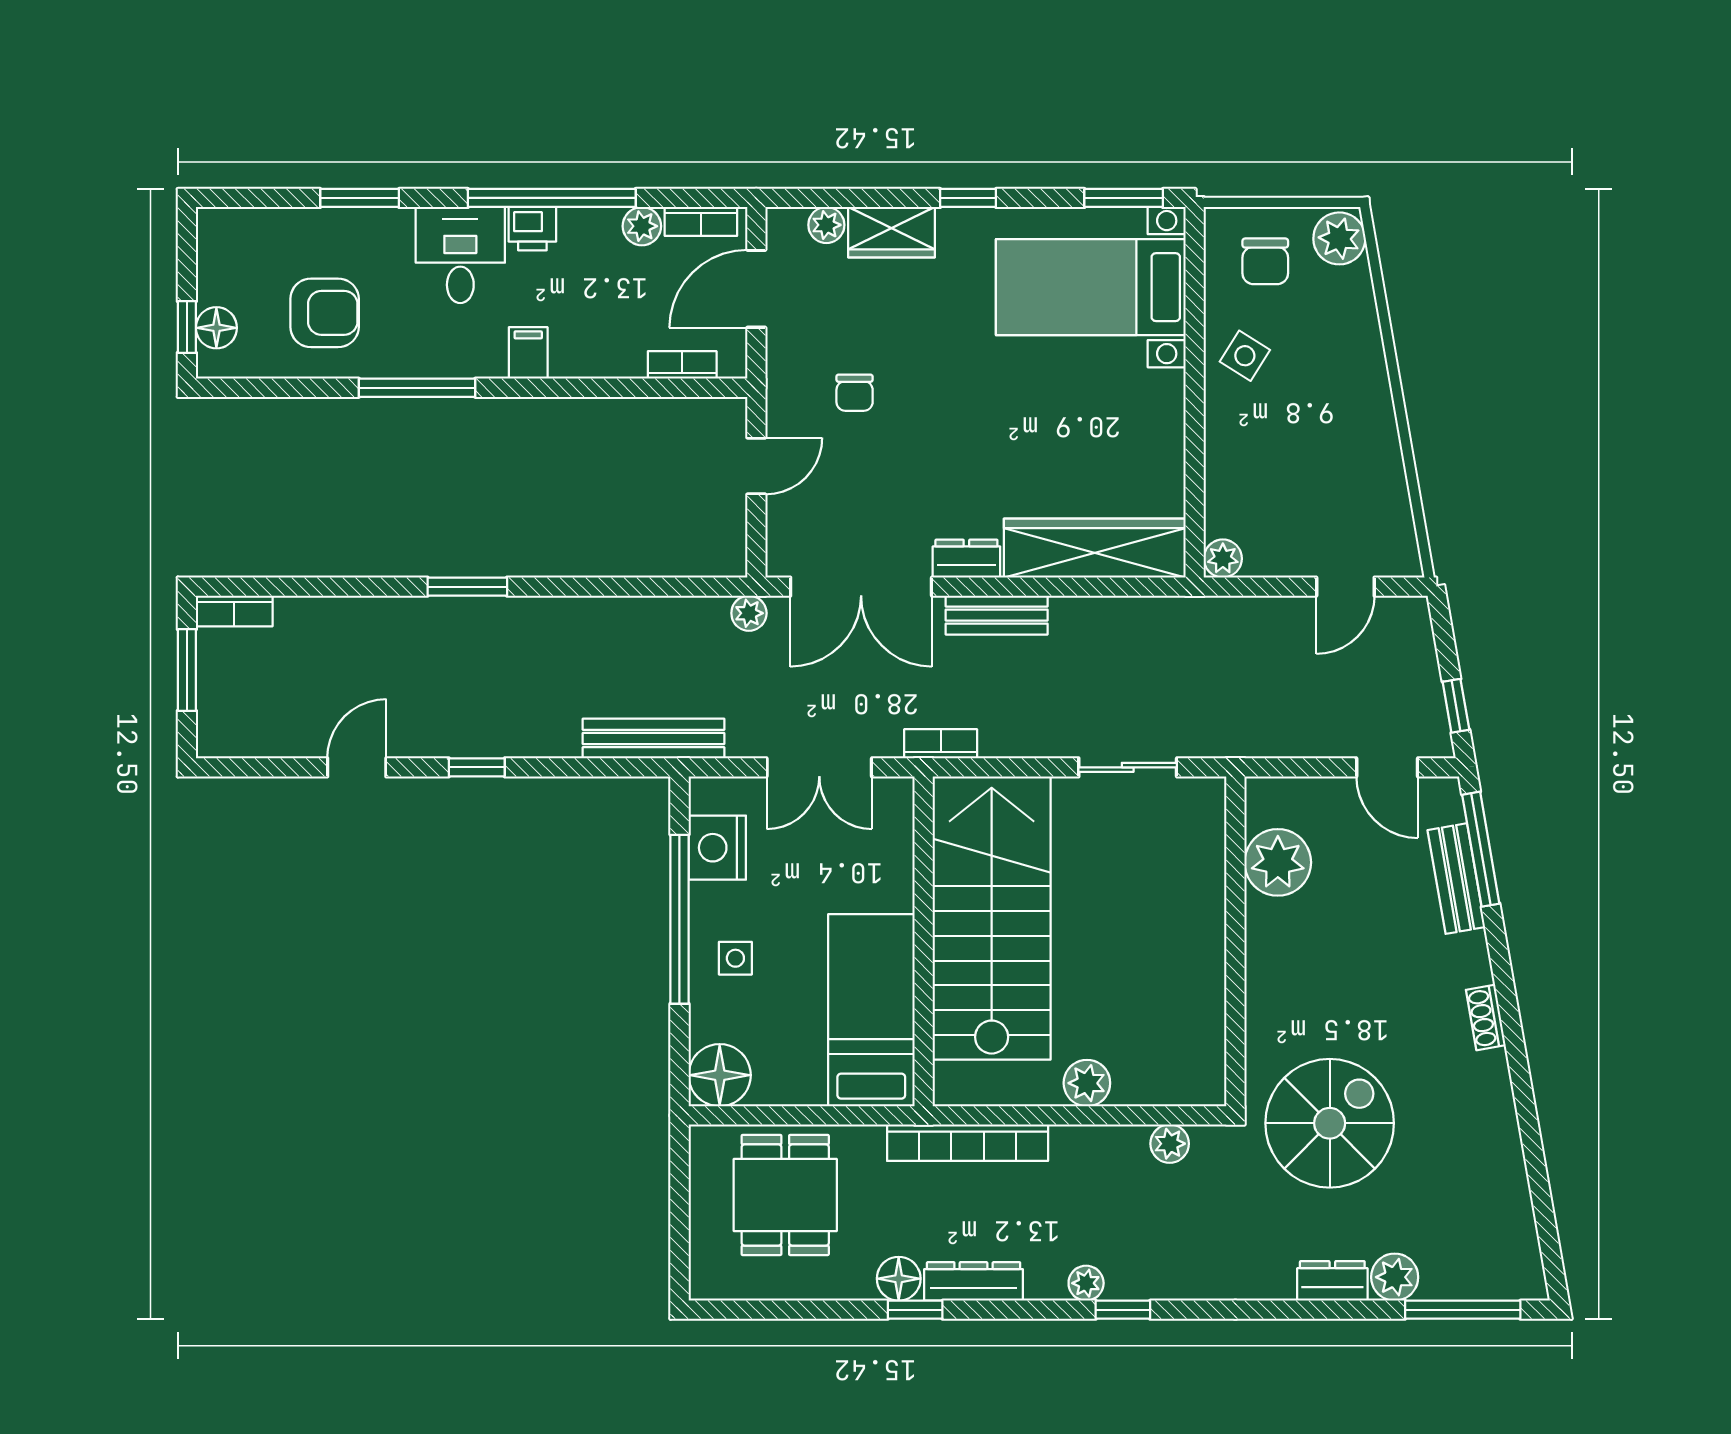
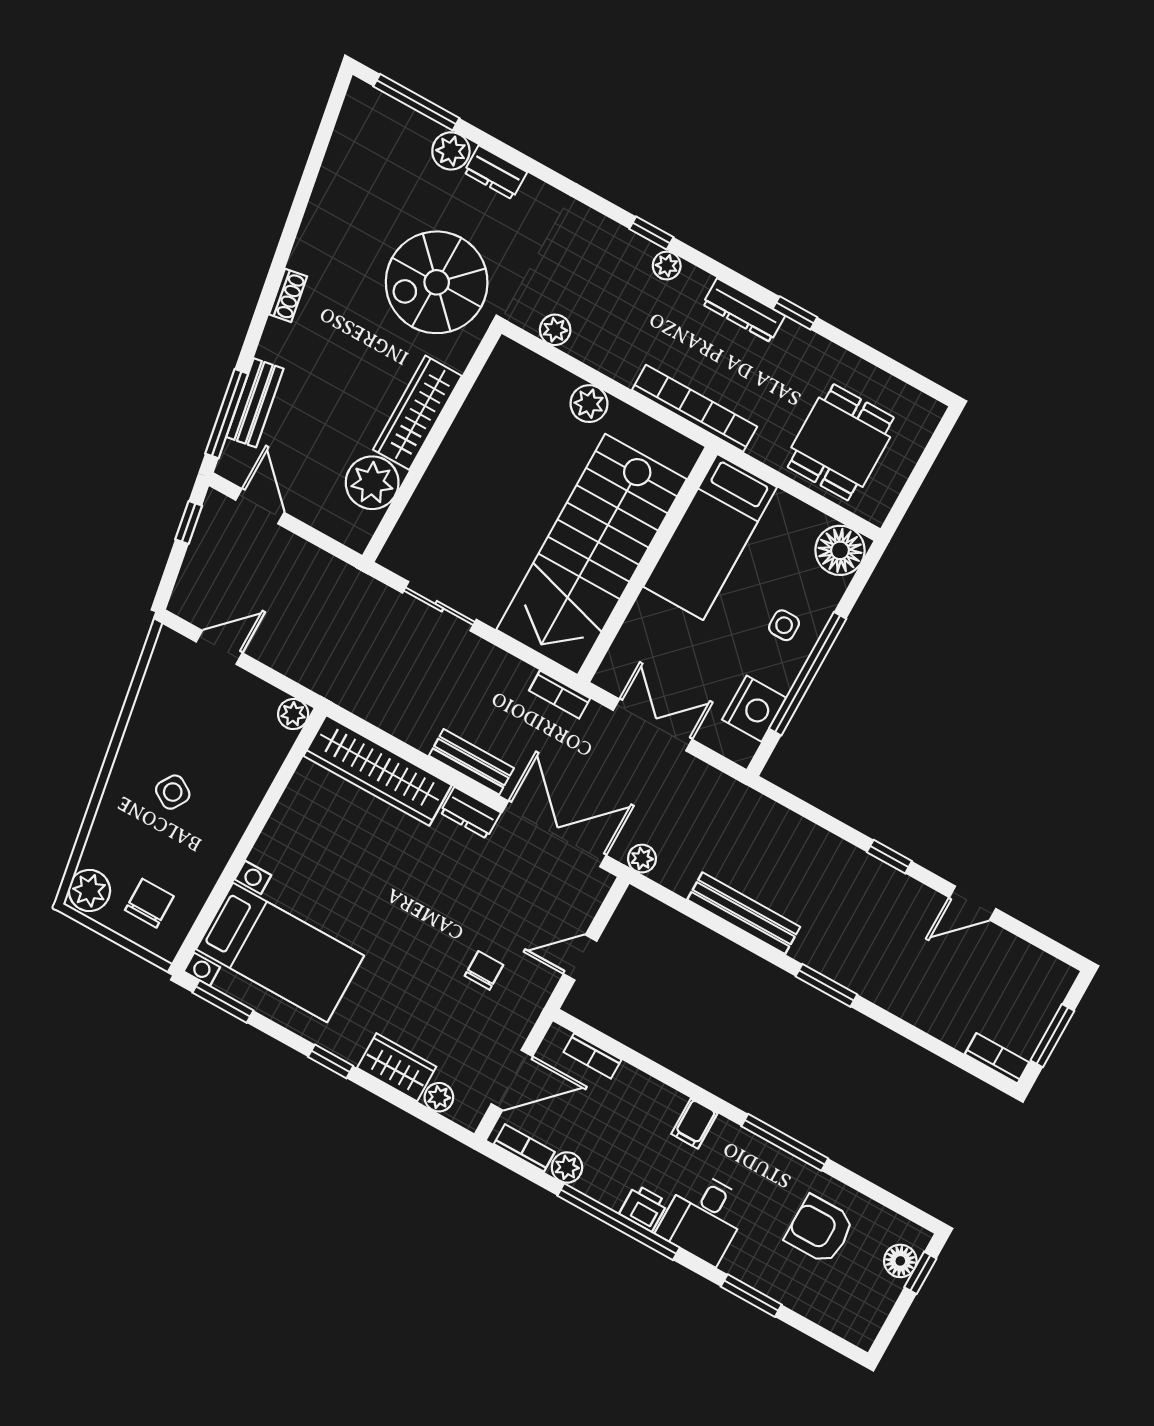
side table: (1245, 356) -> (173, 792), moved
bench: (653, 739) -> (744, 913), moved
wardrobe: (1271, 967) -> (417, 413), added
floor lamp: (899, 1279) -> (795, 341), removed

